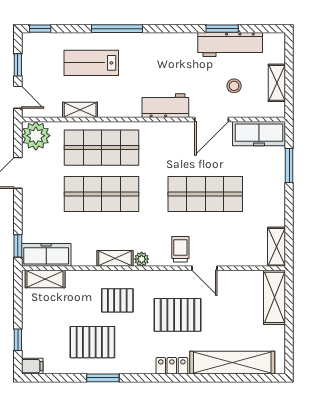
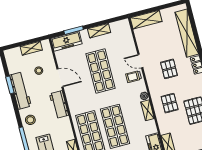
workbench: (230, 44) -> (20, 91), moved
stool: (152, 49) -> (30, 120), added
freezer: (259, 134) -> (66, 41), moved, turned 90
shelving: (276, 247) -> (99, 31), moved
door: (205, 268) -> (140, 61), swing flipped
pallet: (178, 315) -> (169, 69), width x0.67, depth x0.71

